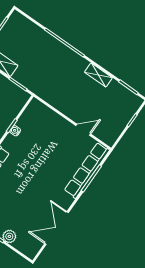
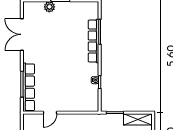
double door: (57, 228) -> (22, 34), swing flipped

